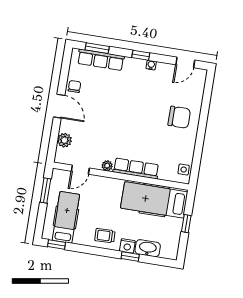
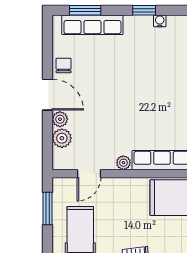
plant: (65, 126) -> (60, 119), added

